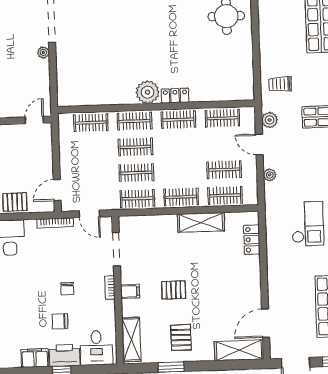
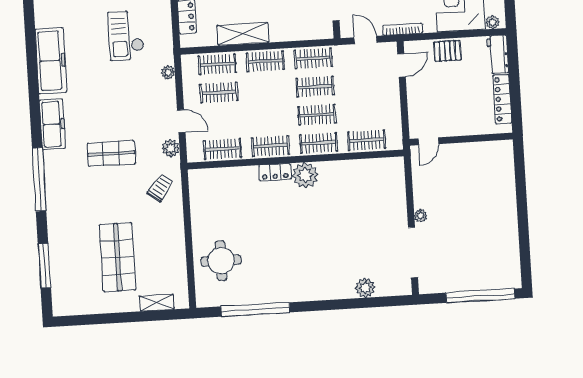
trolley: (280, 84) -> (160, 188), turned -52
plant: (270, 175) -> (168, 72), moved

